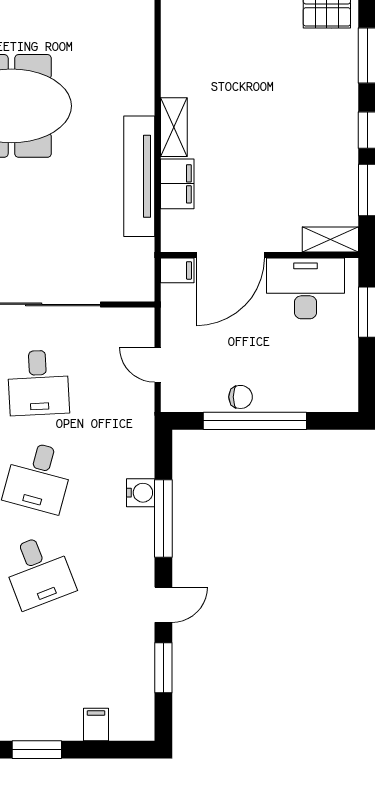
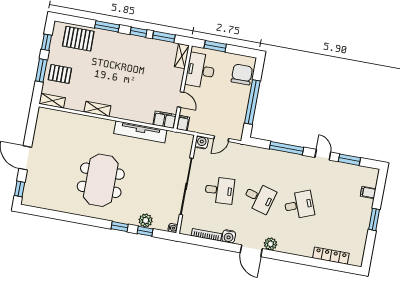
shelving: (174, 127) -> (97, 109), moved
filing cabinet: (177, 184) -> (165, 120), moved
door: (230, 255) -> (181, 100), width x0.53
chair: (241, 397) -> (242, 75), moved, width x1.87, depth x1.87
water cooler: (141, 493) -> (202, 142), moved

